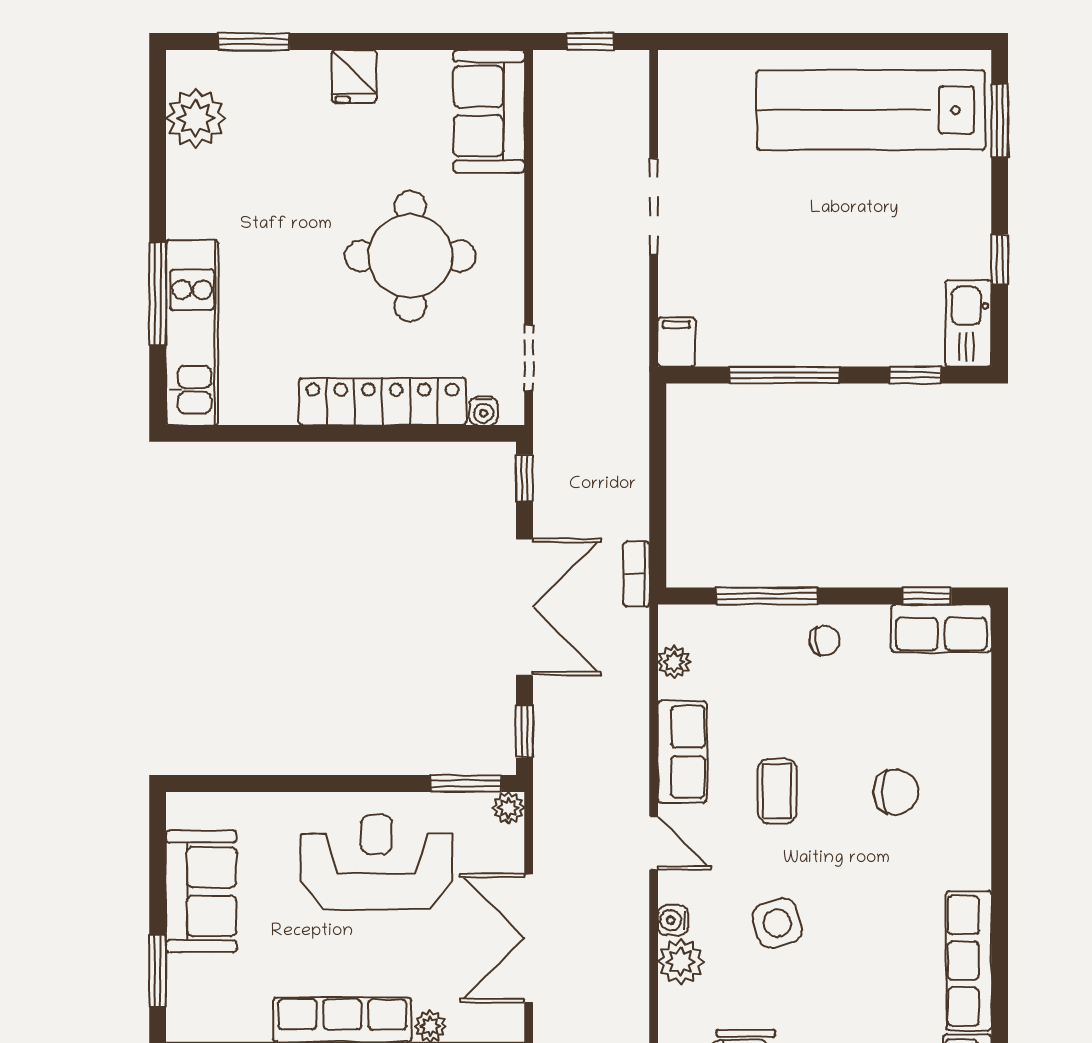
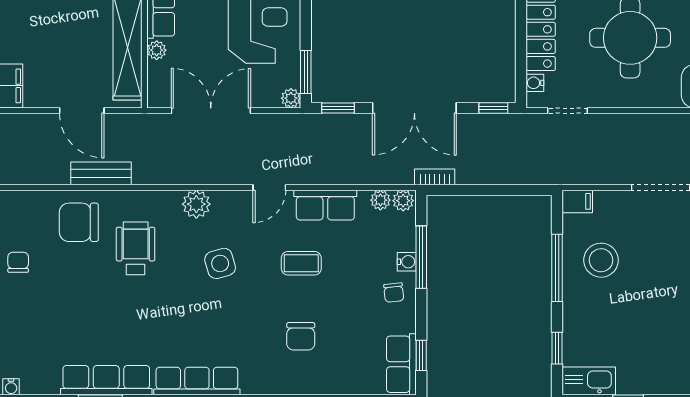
stool: (772, 303) -> (601, 260), added
plant: (675, 625) -> (403, 201), added
water cooler: (673, 920) -> (407, 262), moved, turned 90

